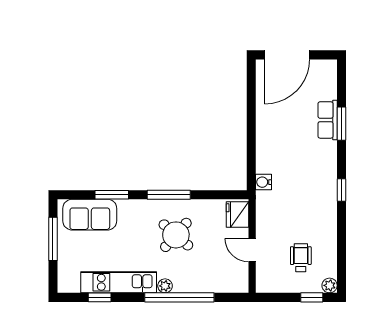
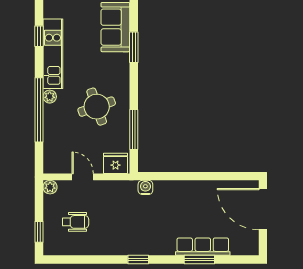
row of seats: (328, 120) -> (203, 247), width x1.48
window: (169, 195) -> (134, 130), moved
round table: (176, 235) -> (97, 107), turned 30
door: (252, 250) -> (83, 177), hinge flipped
plant: (330, 285) -> (50, 187), moved

